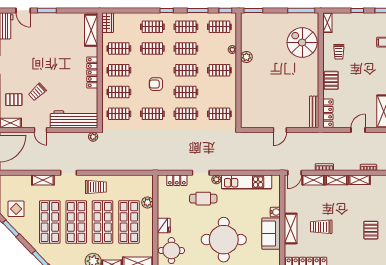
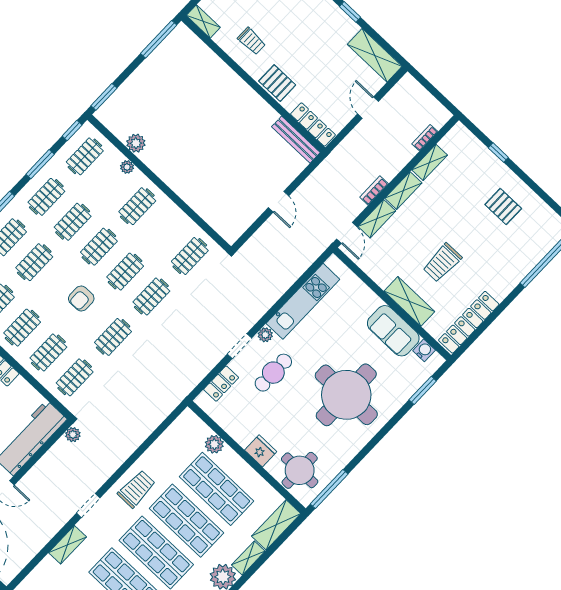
spiral stairs: (302, 43) -> (198, 75), removed
plant: (246, 57) -> (136, 143), moved
water cooler: (275, 212) -> (424, 350), moved

